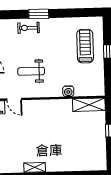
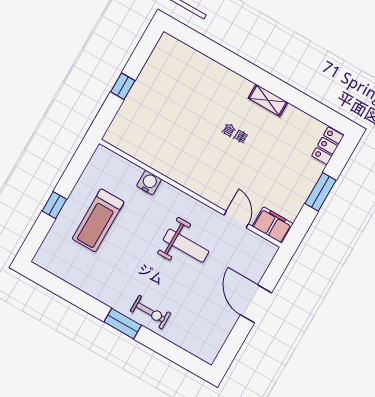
treadmill: (85, 46) -> (98, 220), moved
shelving: (89, 105) -> (131, 144), removed

